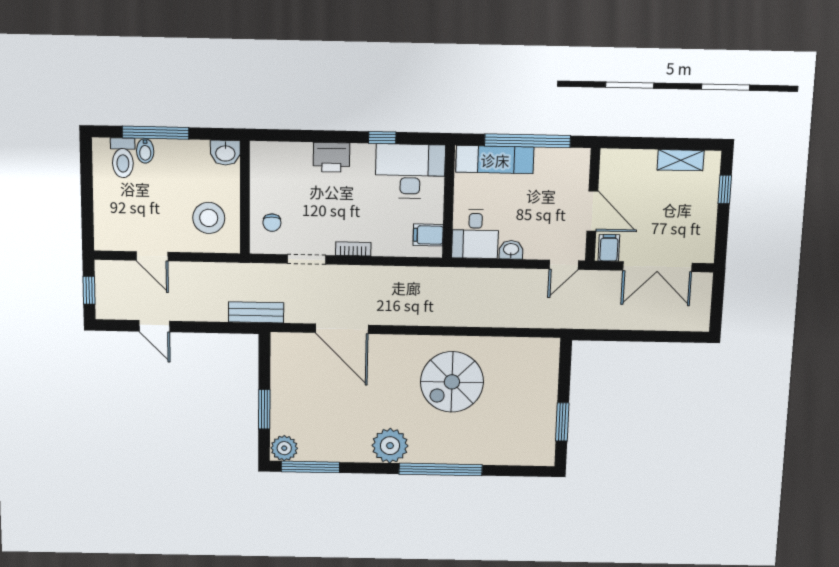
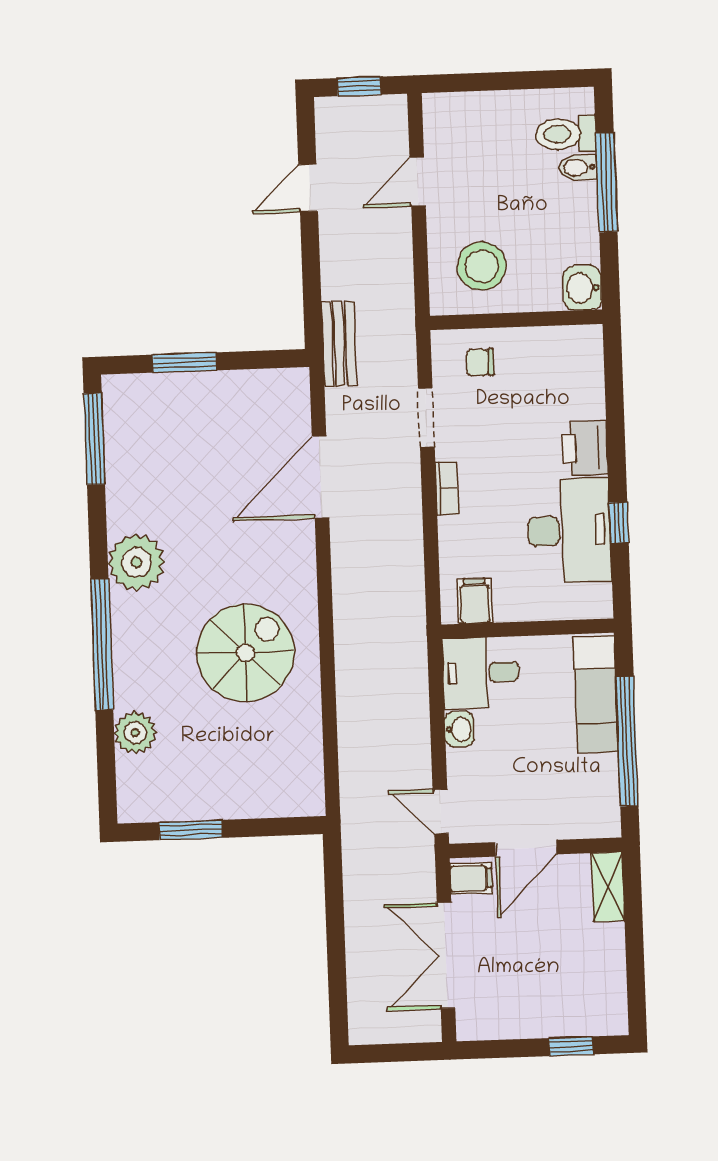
shelving: (681, 160) -> (608, 887), moved
desk: (410, 171) -> (569, 531), moved
spiral stairs: (452, 382) -> (245, 653), turned 90
plant: (284, 448) -> (135, 733), moved

